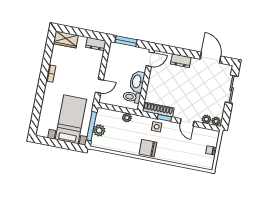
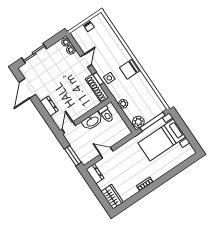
door: (150, 59) -> (69, 127), hinge flipped
door: (99, 86) -> (107, 153), moved
plant: (99, 130) -> (138, 122), moved
chair: (148, 148) -> (129, 69), turned 90

